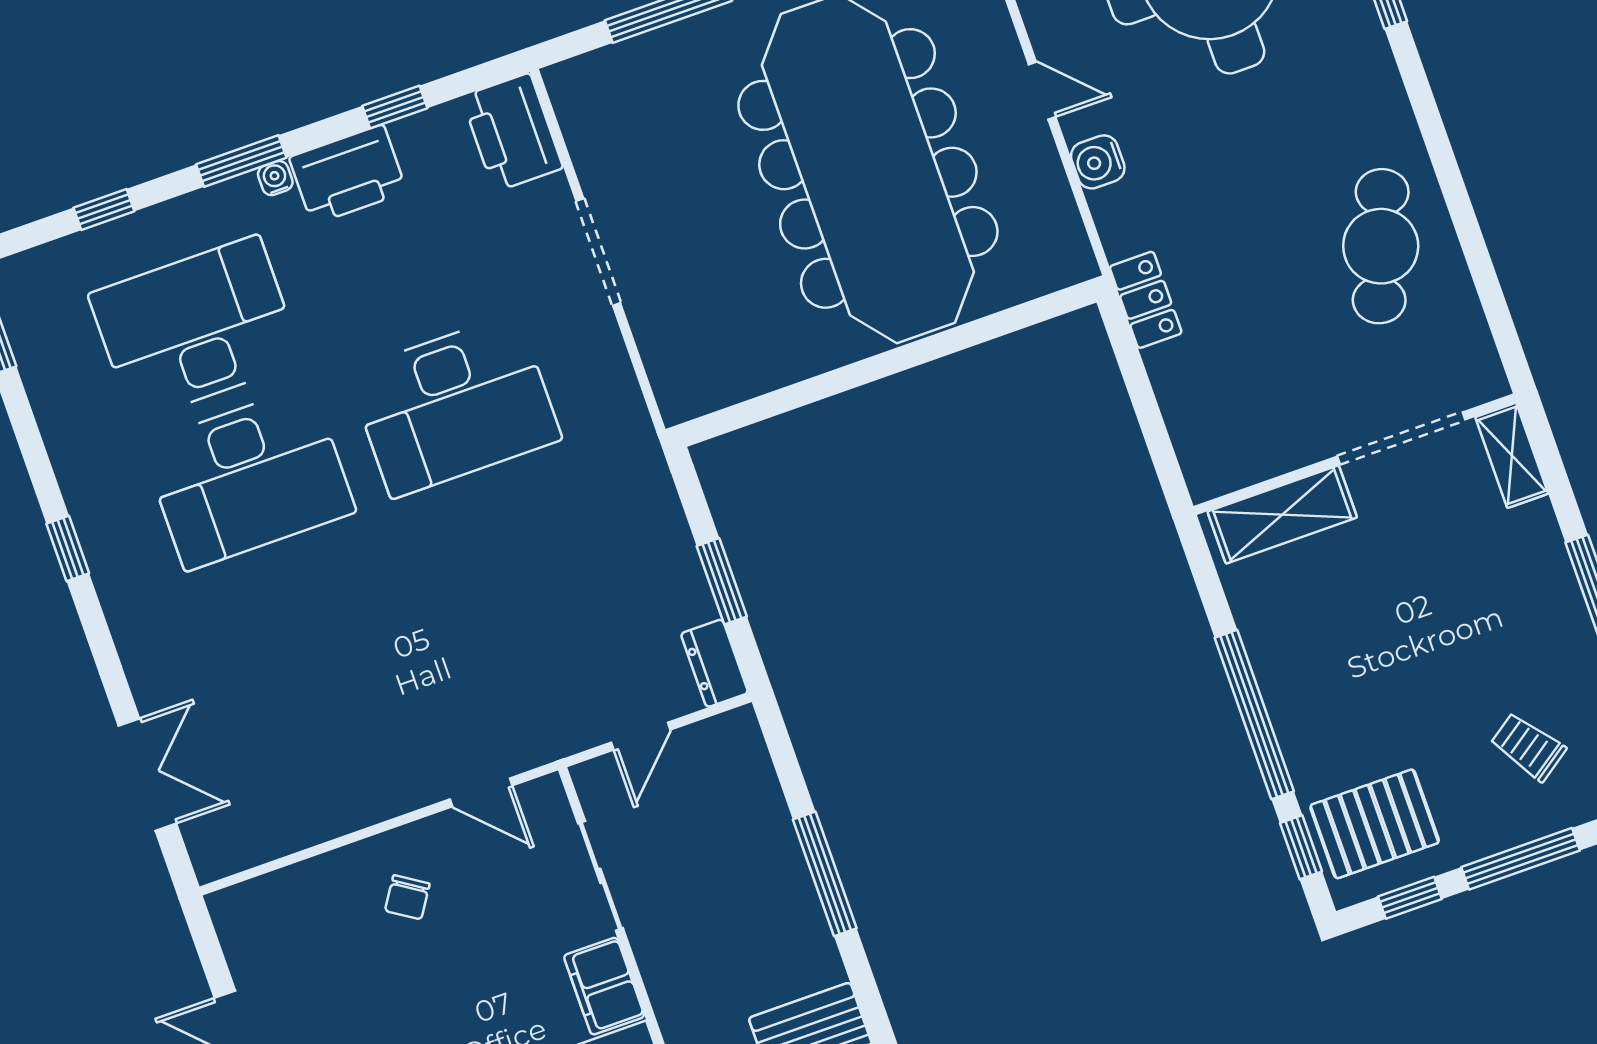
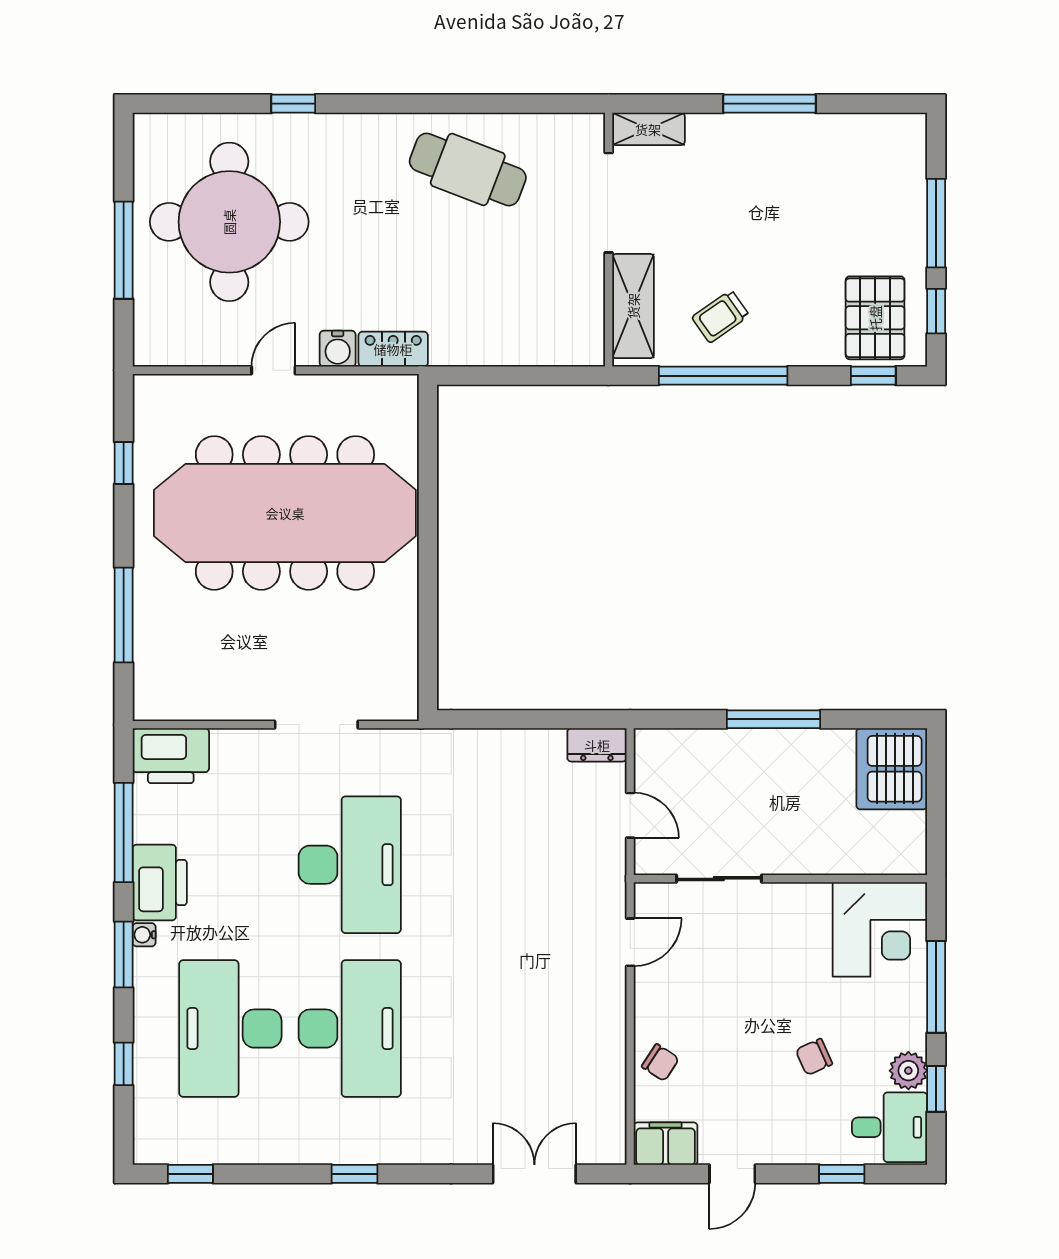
window: (395, 107) -> (124, 832), width x2.17
doorway: (598, 252) -> (316, 725), moved
locker: (1146, 300) -> (393, 349), moved
window: (722, 581) -> (541, 719), removed
window: (1254, 714) -> (723, 376), moved
trolley: (1528, 747) -> (721, 316), moved
chair: (407, 897) -> (660, 1063), moved
filing cabinet: (604, 986) -> (666, 1144), moved, turned 180

